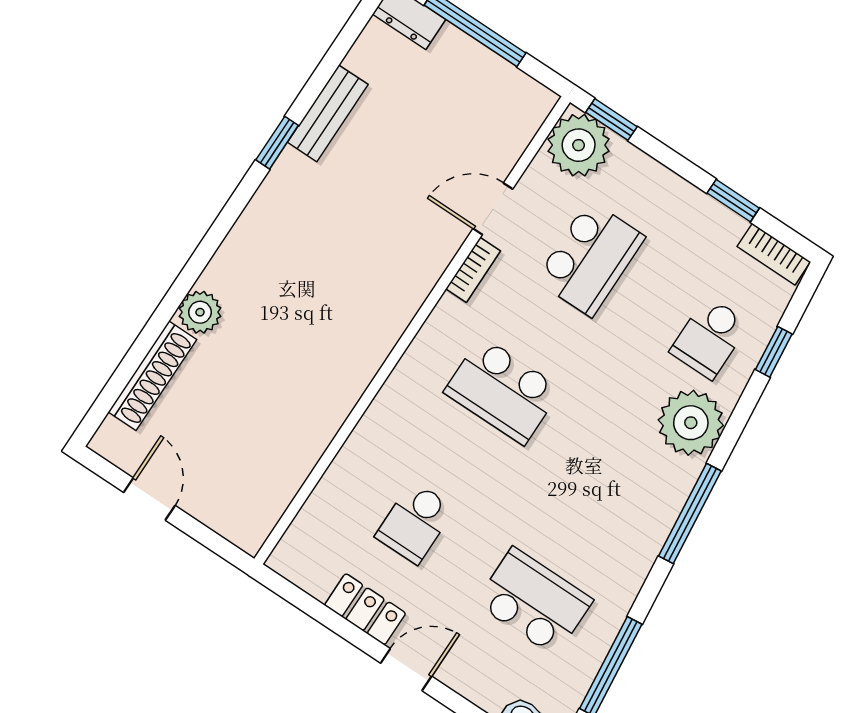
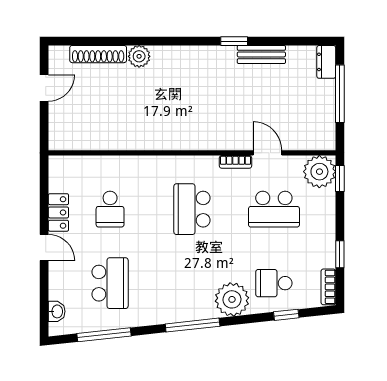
school desk: (415, 522) -> (110, 209), turned -90

